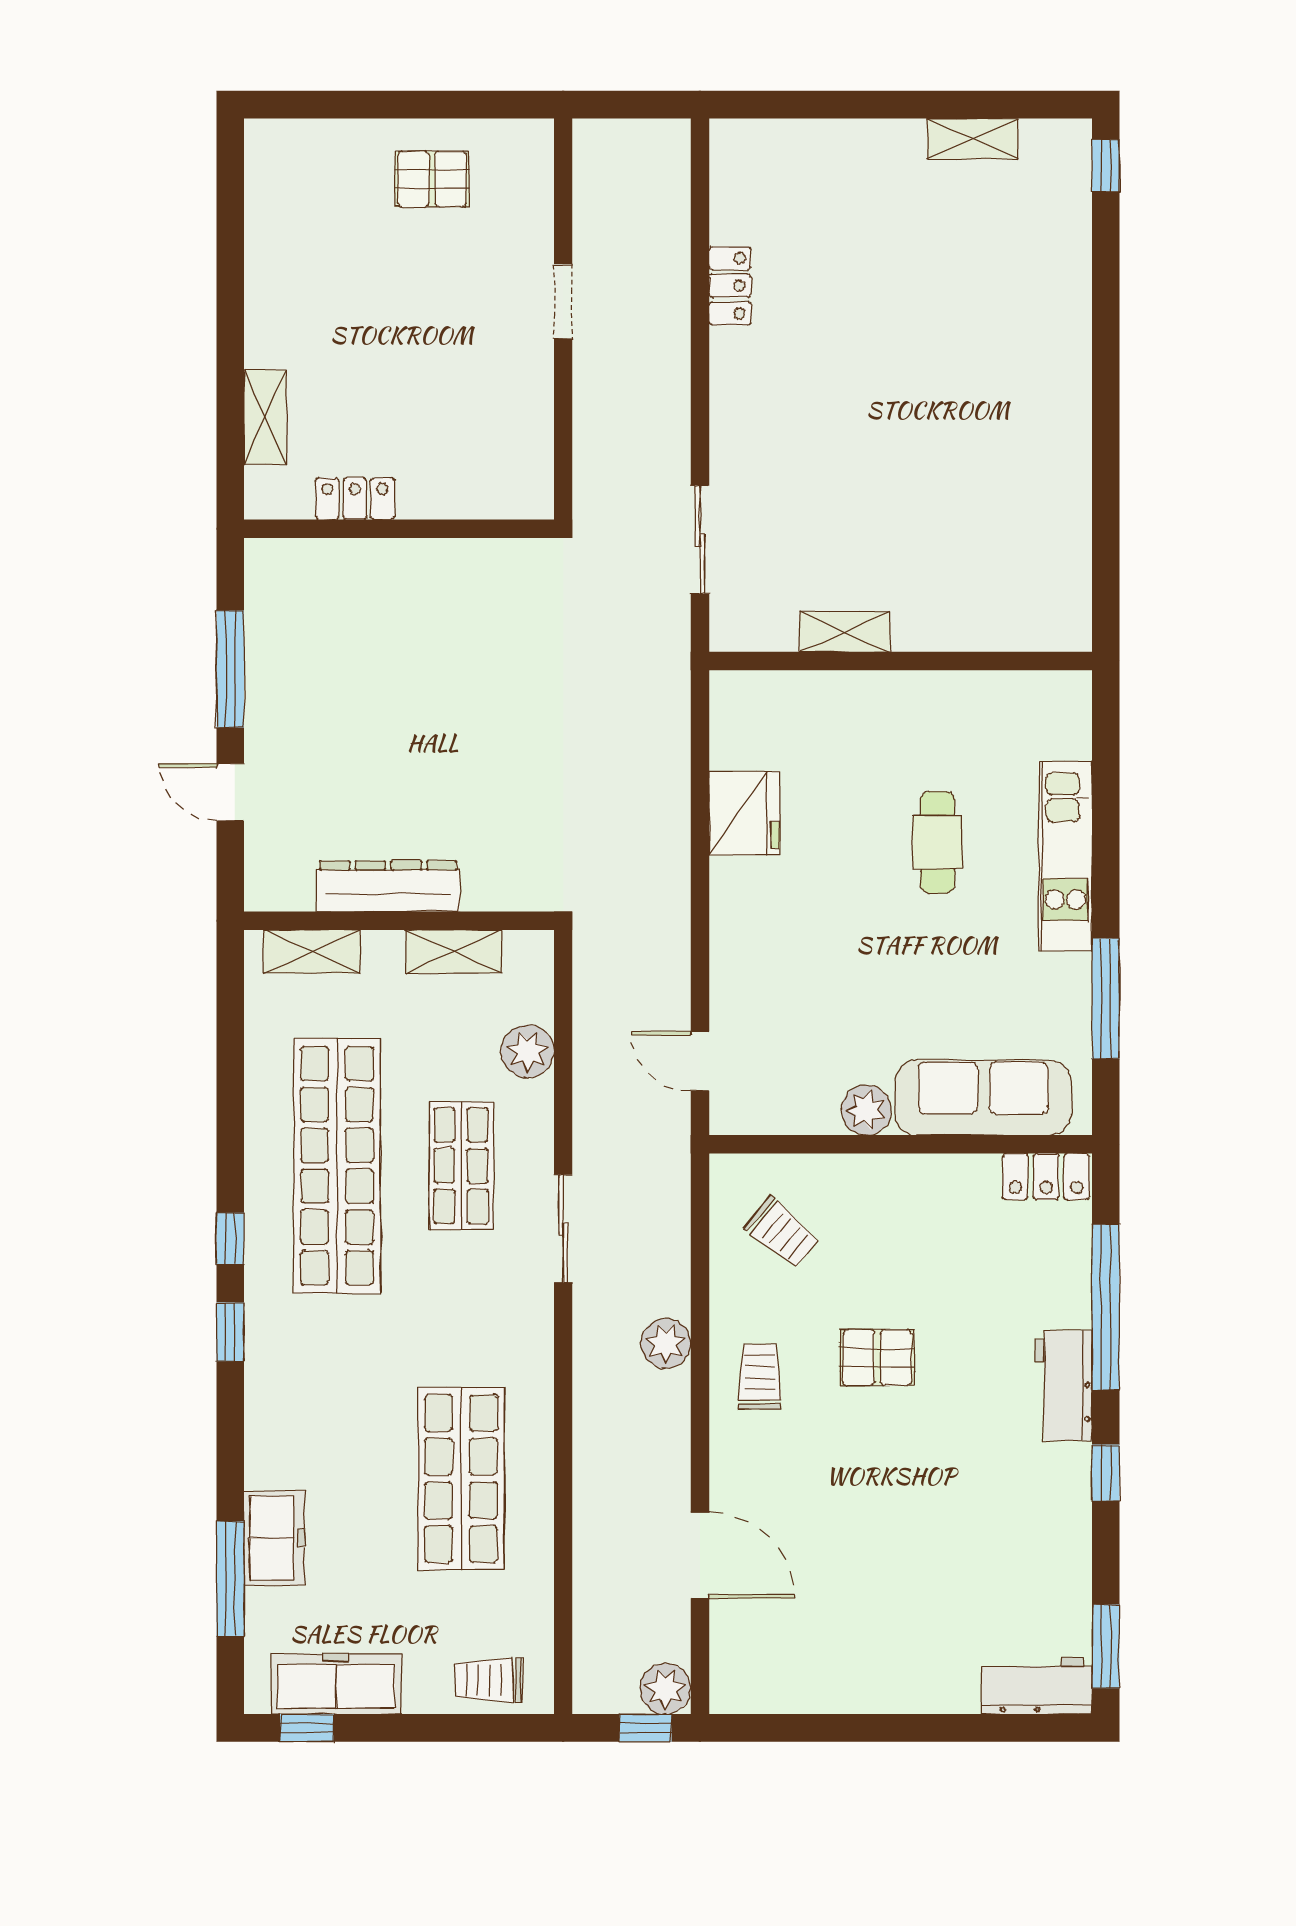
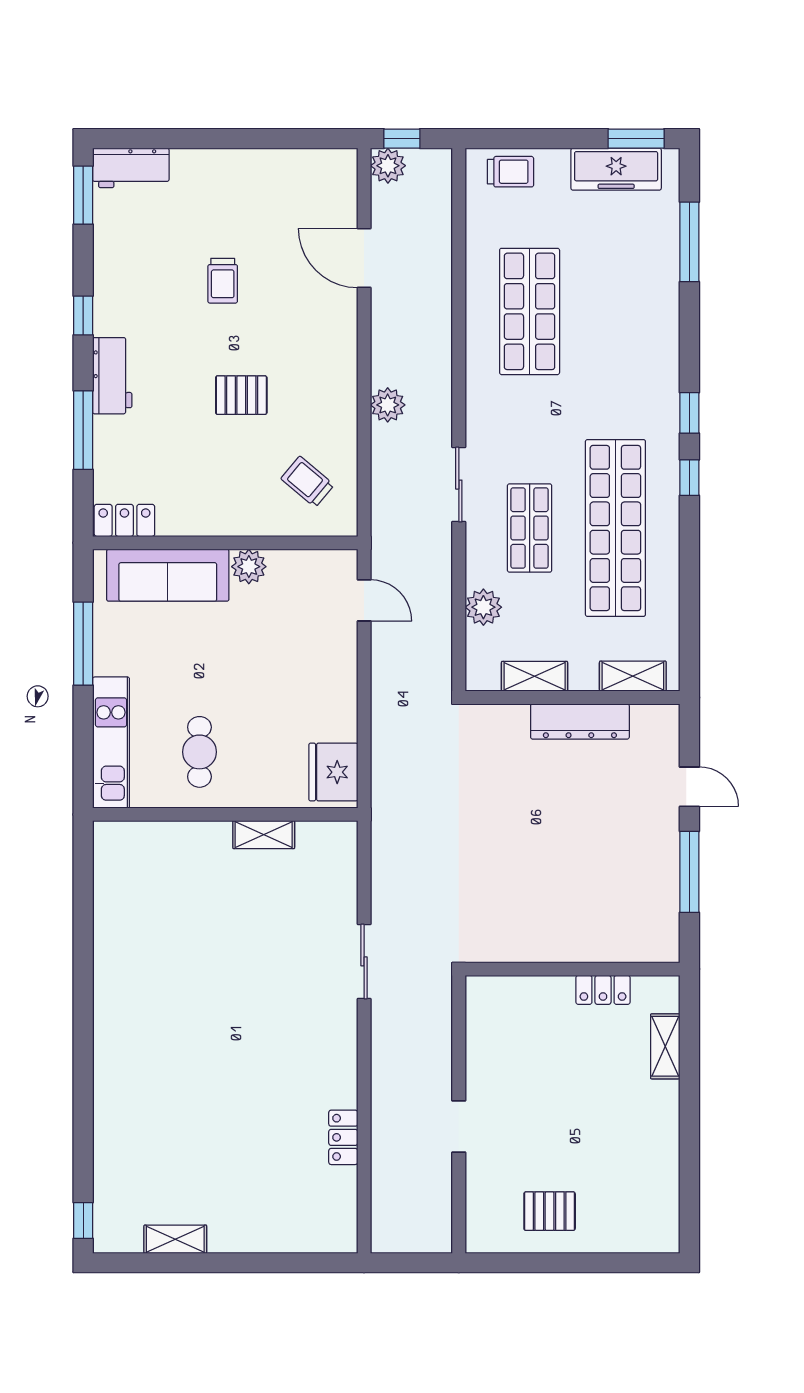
shelving: (845, 632) -> (264, 835), moved
wall: (901, 661) -> (225, 814), moved
window: (1106, 1307) -> (83, 430), width x0.68
trolley: (760, 1377) -> (223, 281), moved
freezer: (274, 1538) -> (659, 270), removed
window: (307, 1728) -> (636, 139), width x1.50

